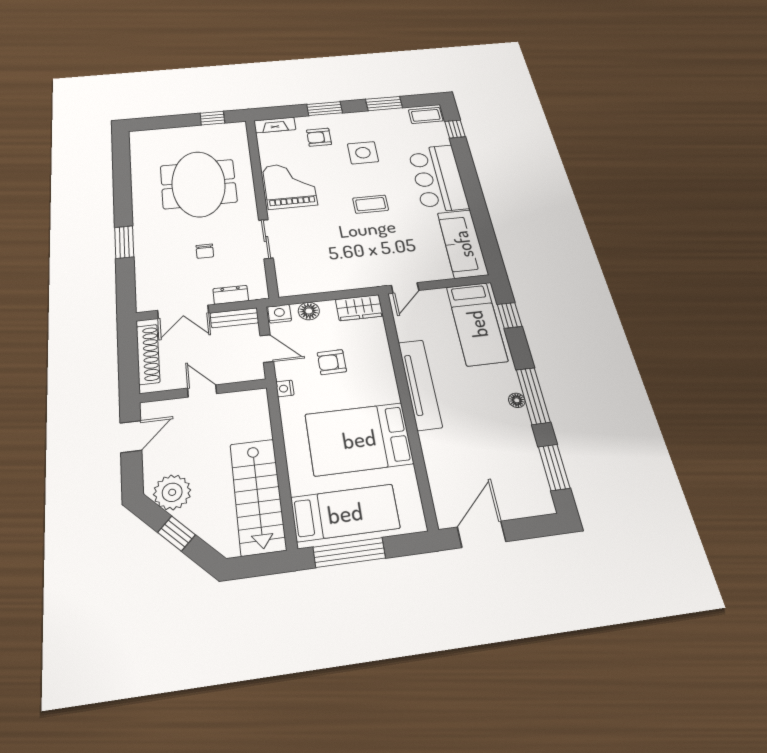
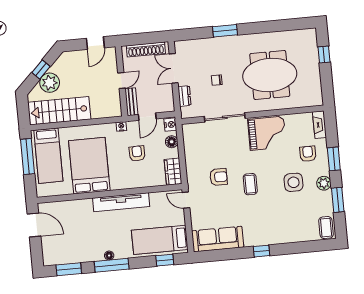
window: (212, 118) -> (324, 55), moved
plant: (361, 119) -> (324, 183), added
window: (455, 129) -> (262, 251), moved
bar counter: (438, 178) -> (270, 230), removed
sliding door: (266, 239) -> (225, 117), width x1.37
armchair: (363, 245) -> (218, 177), added
bench: (234, 318) -> (131, 102), moved
door: (131, 437) -> (95, 43), hinge flipped
plant: (172, 492) -> (50, 83), moved

